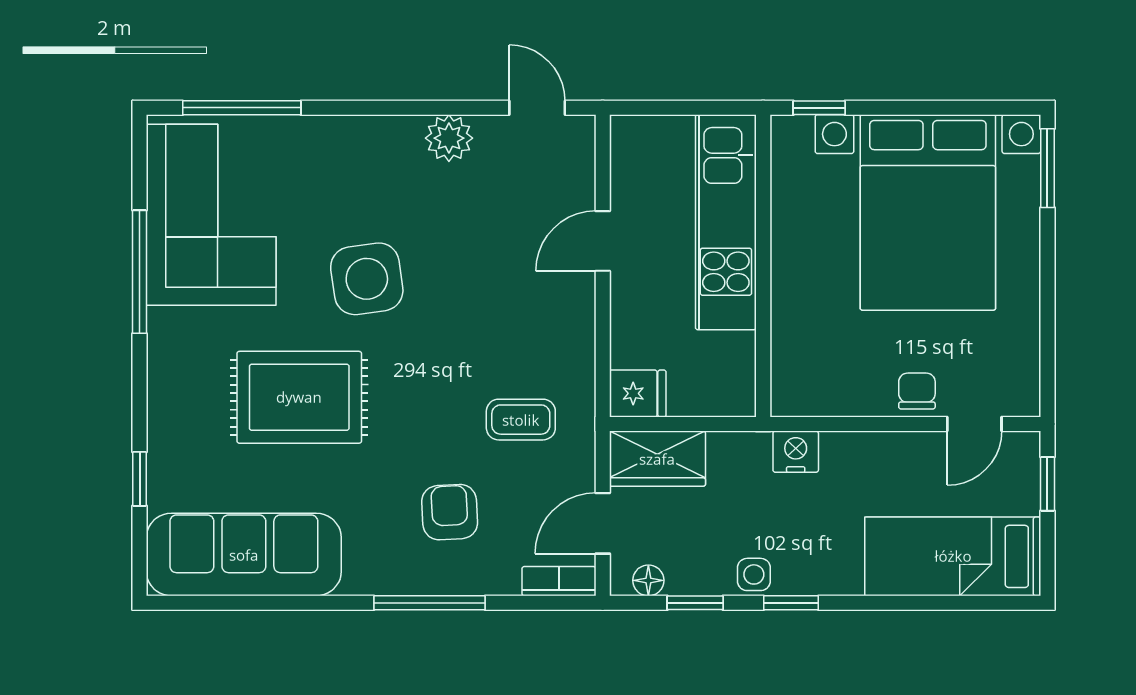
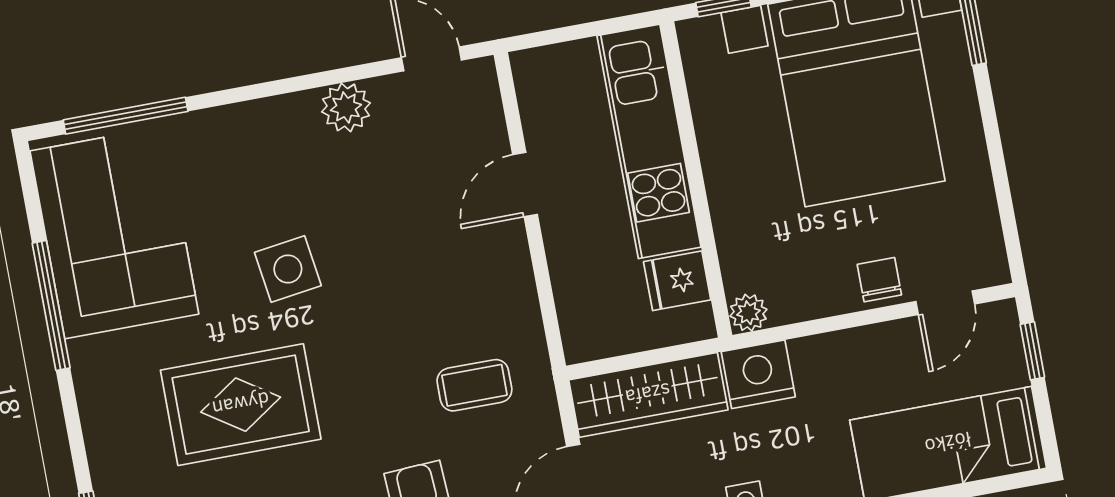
side table: (367, 279) -> (288, 269), width x0.73, depth x0.73
fridge: (638, 393) -> (677, 281), moved, turned 180
plant: (789, 399) -> (748, 313), added
nightstand: (796, 452) -> (758, 374), width x1.36, depth x1.33
wardrobe: (657, 459) -> (648, 395), width x1.50

